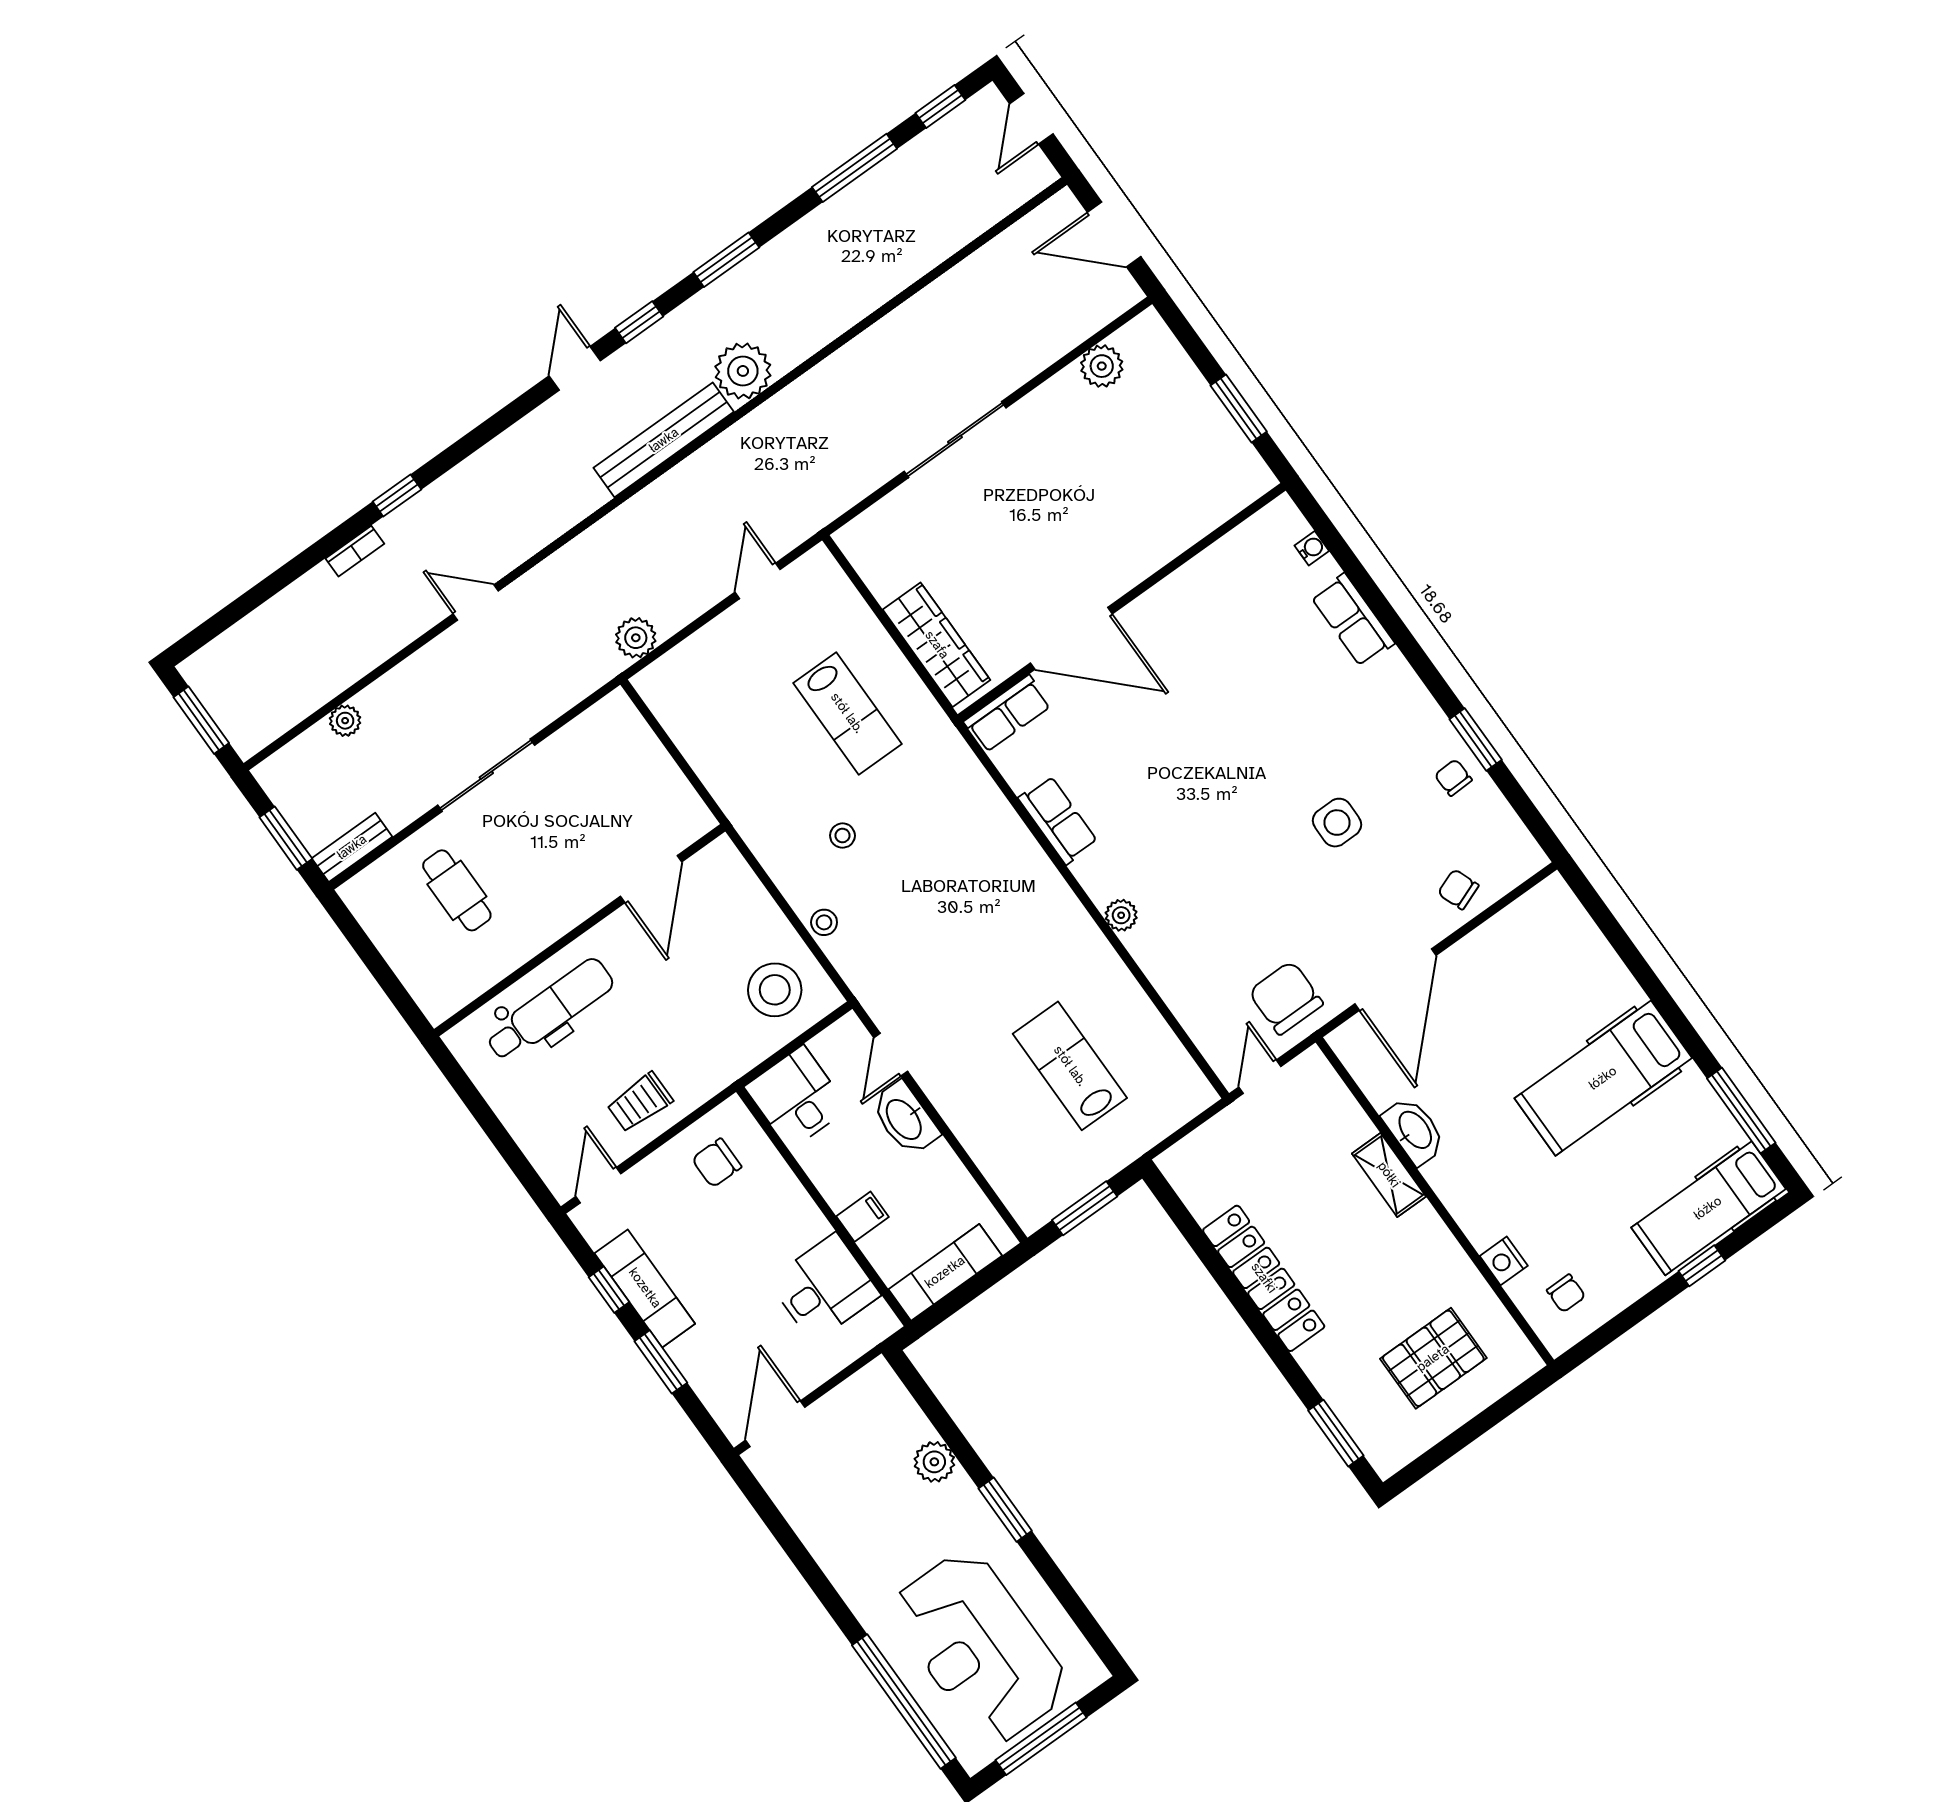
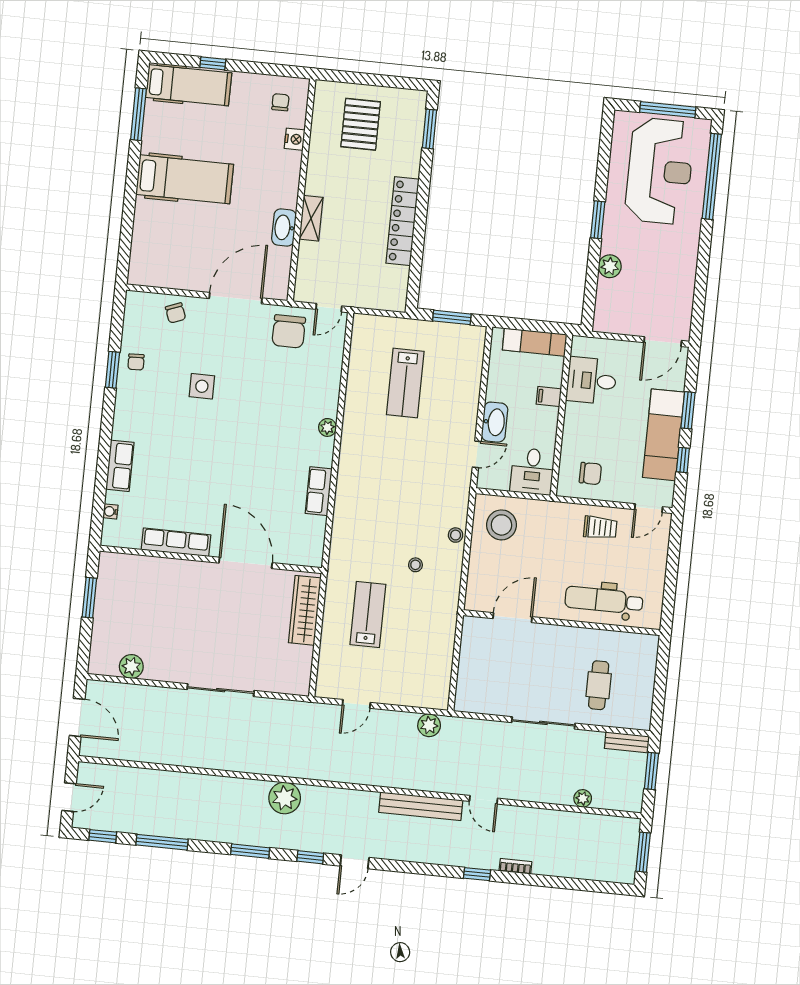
bench: (664, 440) -> (421, 806), moved
row of seats: (1007, 714) -> (176, 542), moved, width x1.48
exam couch: (645, 1288) -> (663, 435), width x1.36, depth x1.45
pallet: (1433, 1358) -> (361, 124), turned 90

